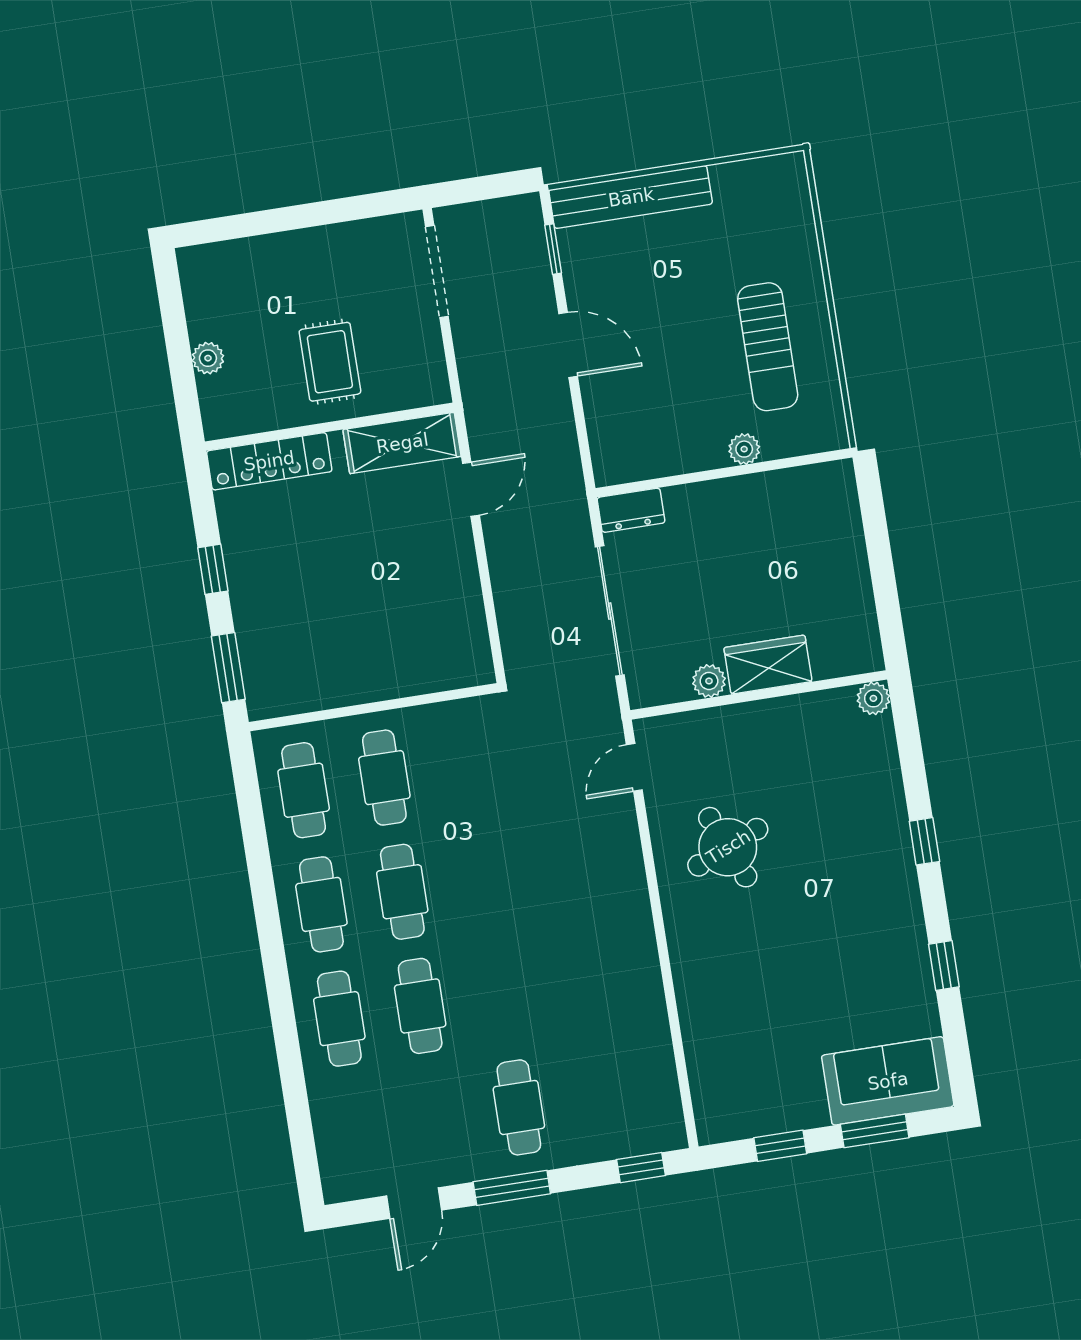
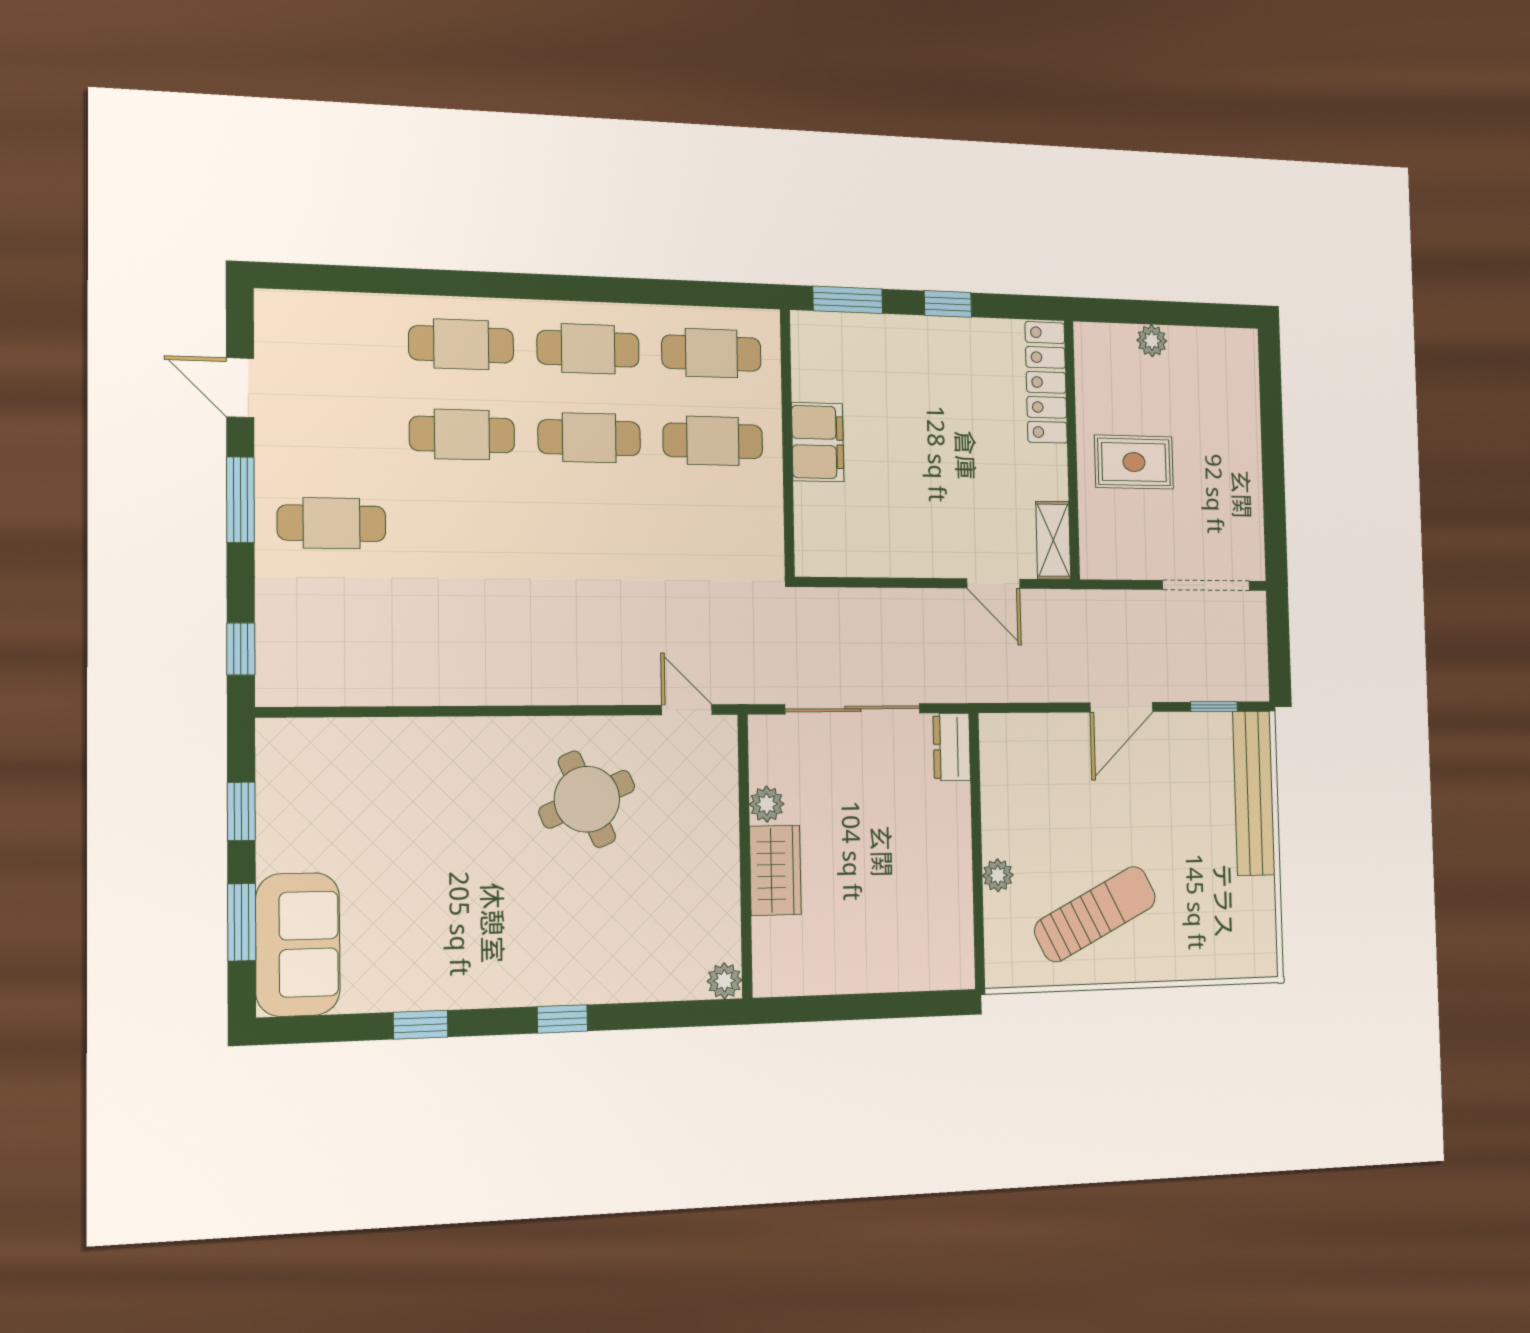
sun lounger: (768, 347) -> (1095, 914), turned 153
shelving: (402, 443) -> (1053, 540), width x0.67, depth x0.75
filing cabinet: (368, 678) -> (818, 442), added

